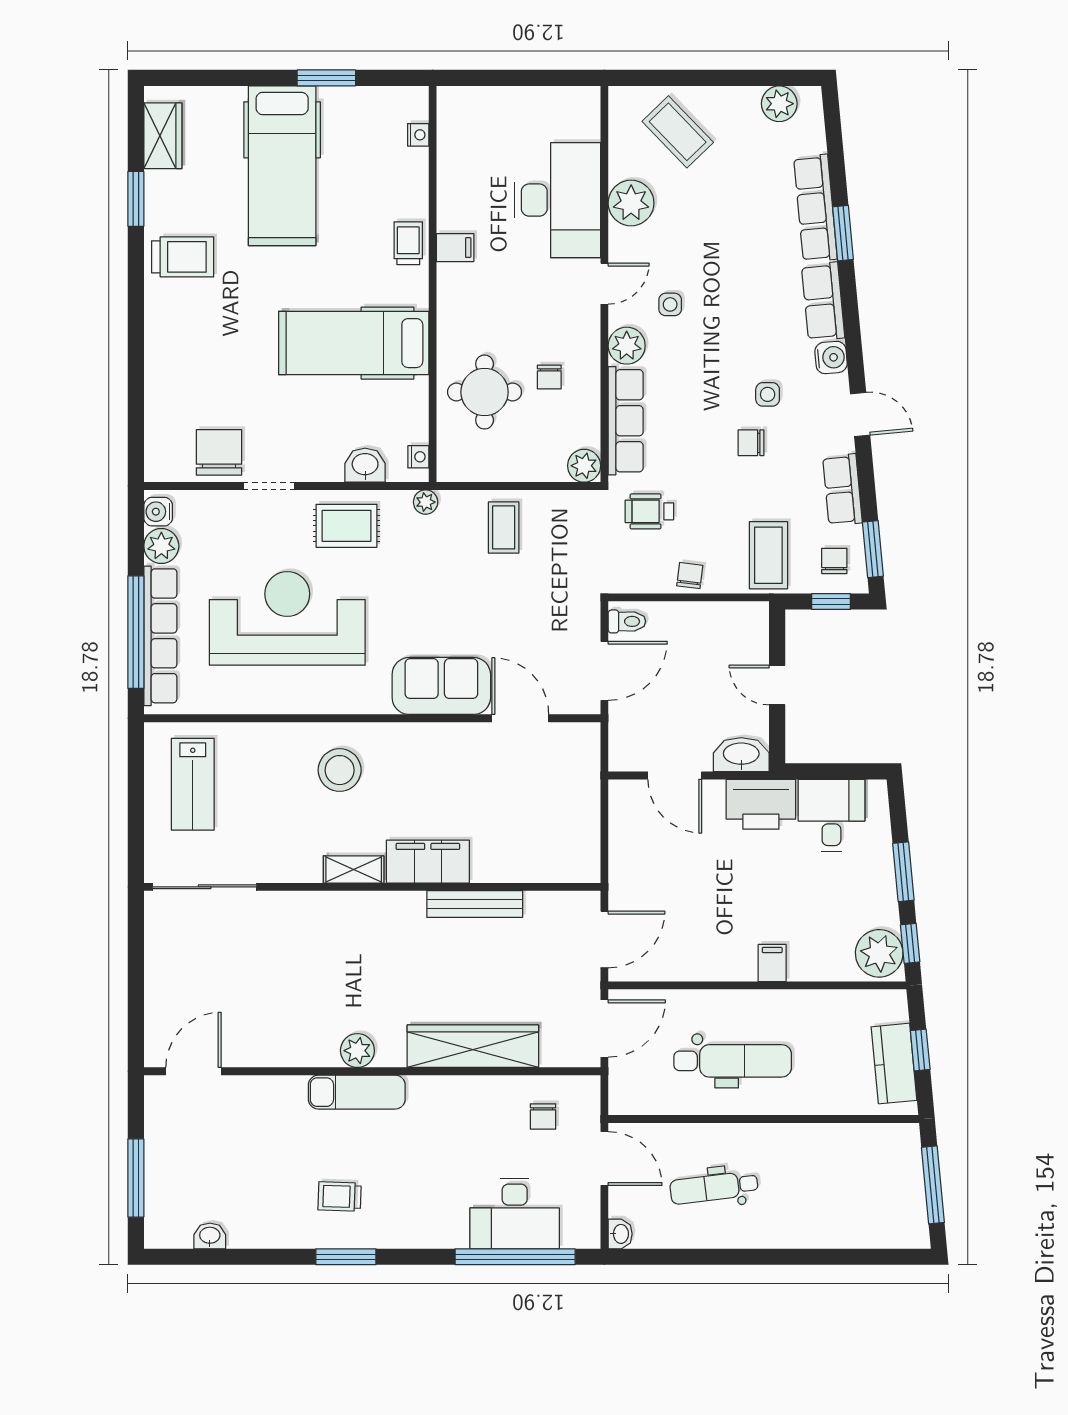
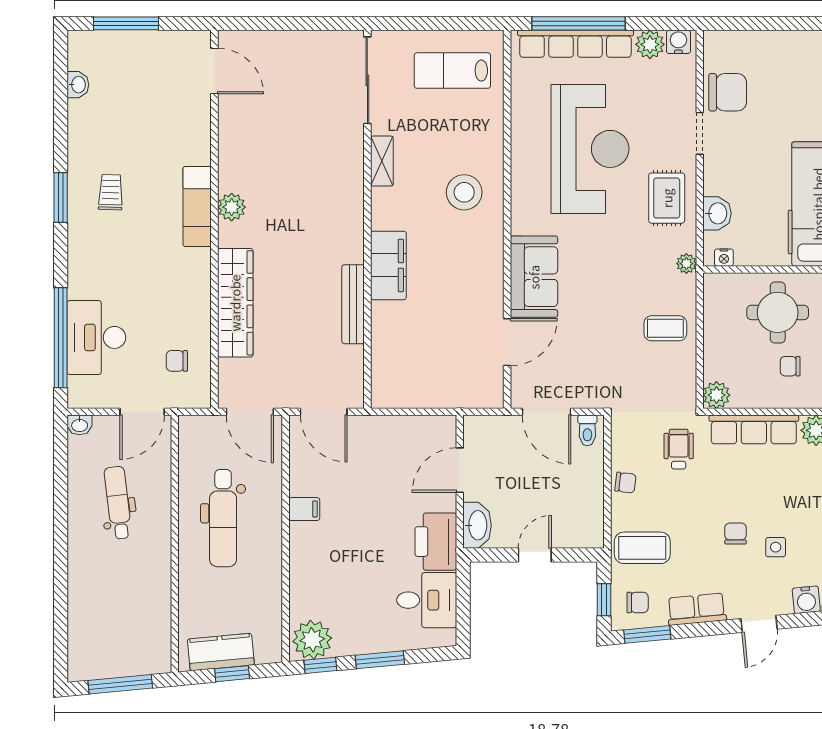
shelving: (354, 869) -> (382, 161), moved
filing cabinet: (772, 963) -> (304, 509), moved

